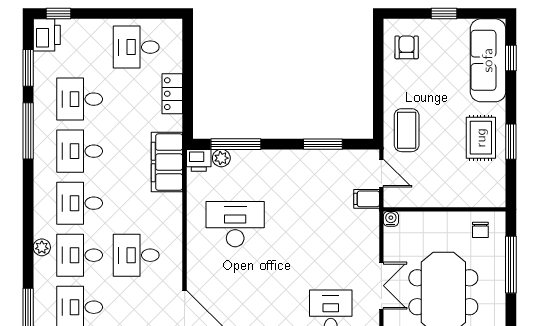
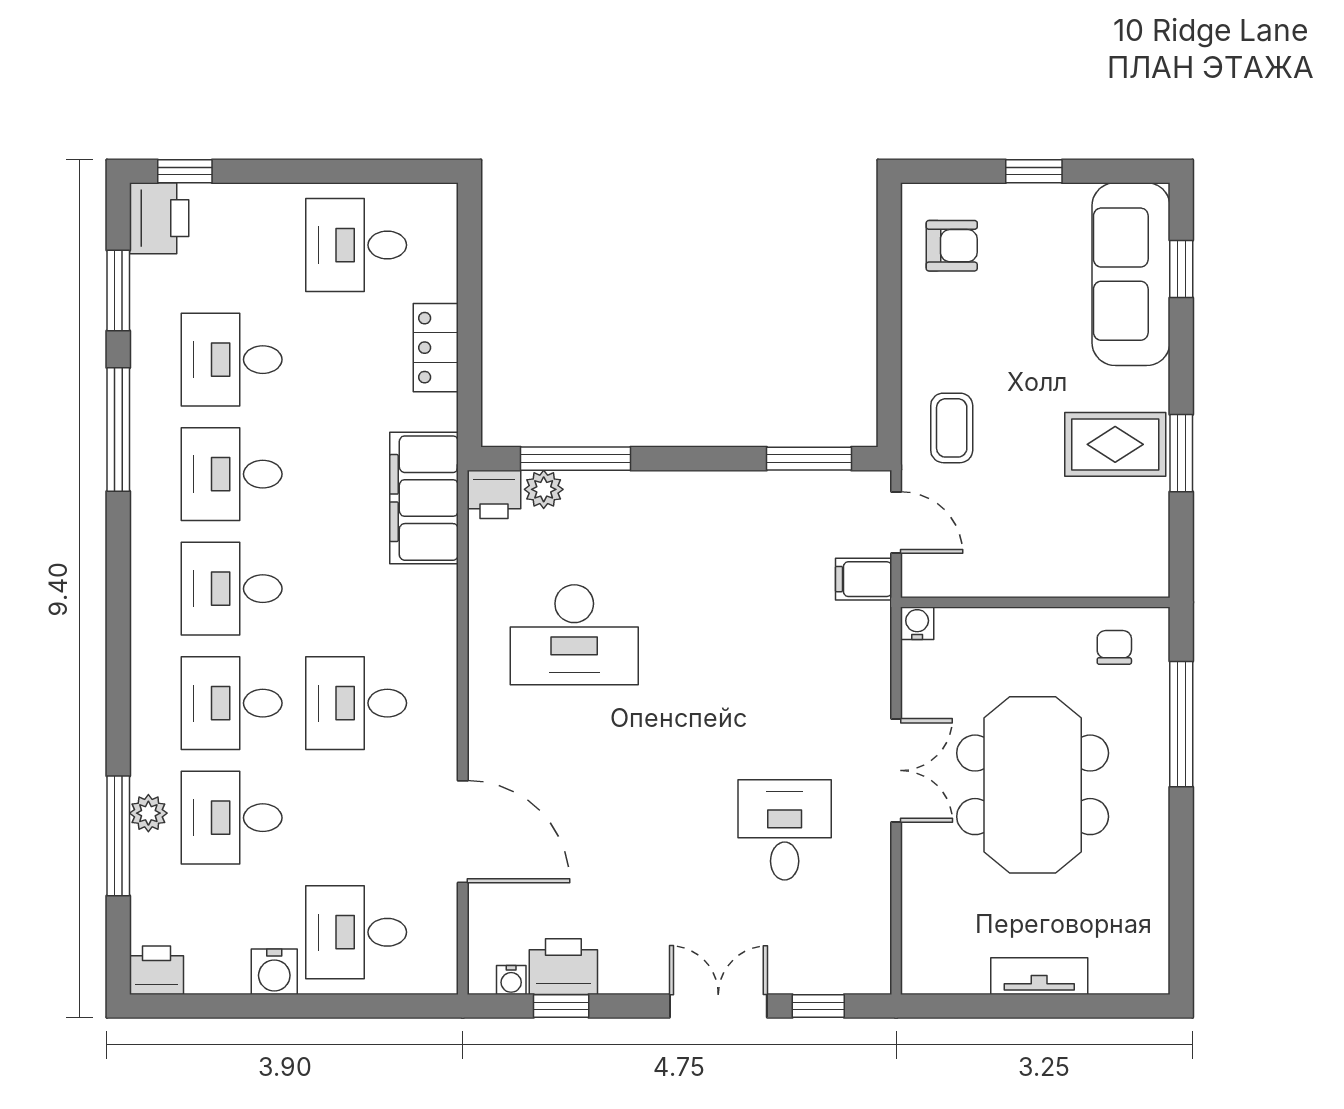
armchair: (407, 47) -> (952, 246), turned 90
coffee table: (407, 130) -> (952, 428), width x0.73, depth x0.77
rug: (481, 138) -> (1115, 444), turned 90
window: (323, 144) -> (809, 459), moved
desk: (235, 224) -> (574, 635), turned 180
chair: (480, 230) -> (1114, 647), turned 180
plant: (42, 247) -> (148, 813), moved

